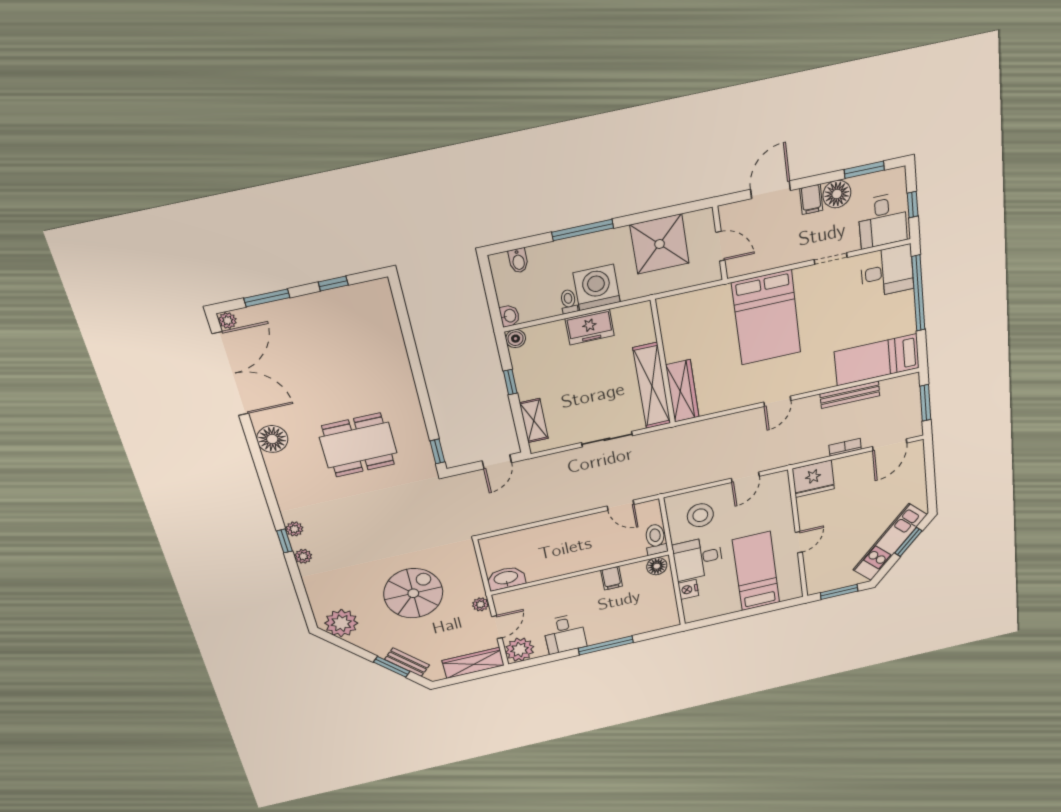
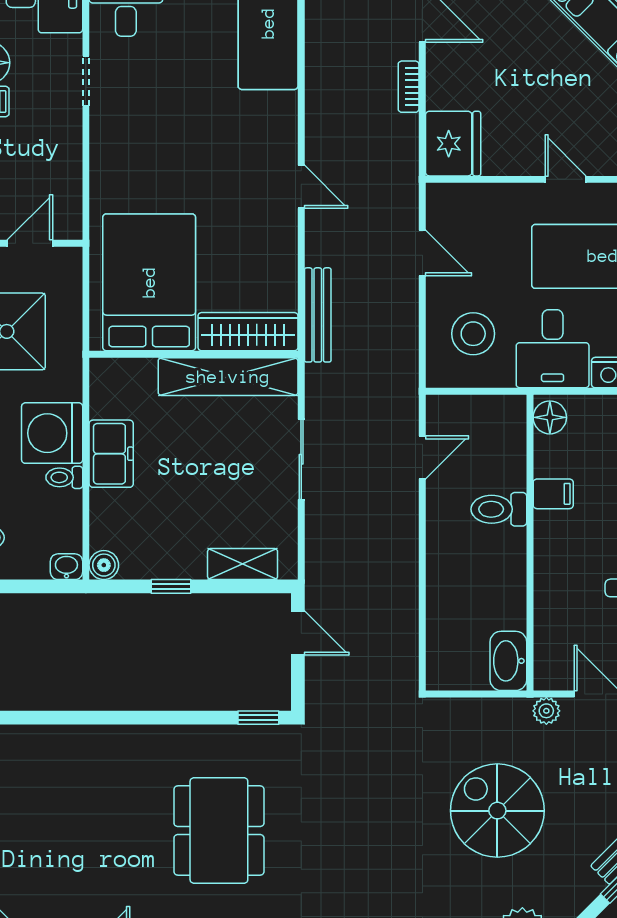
bed: (766, 318) -> (149, 282), moved, turned -90
bench: (850, 395) -> (318, 315), moved
toilet: (656, 539) -> (499, 509), moved

